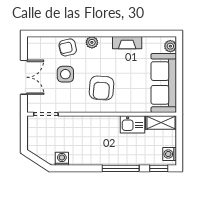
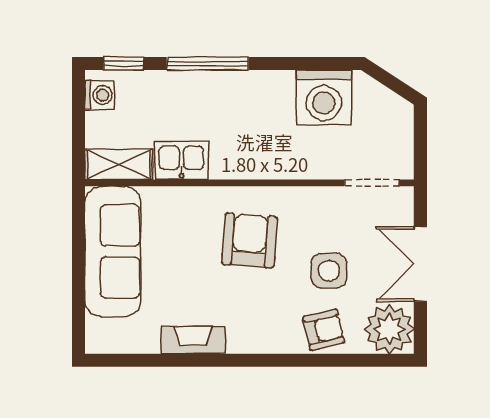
plant: (92, 42) -> (389, 329), moved, width x1.87, depth x1.87
plant: (170, 46) -> (98, 332), removed
washing machine: (62, 159) -> (324, 97), width x1.89, depth x1.89

